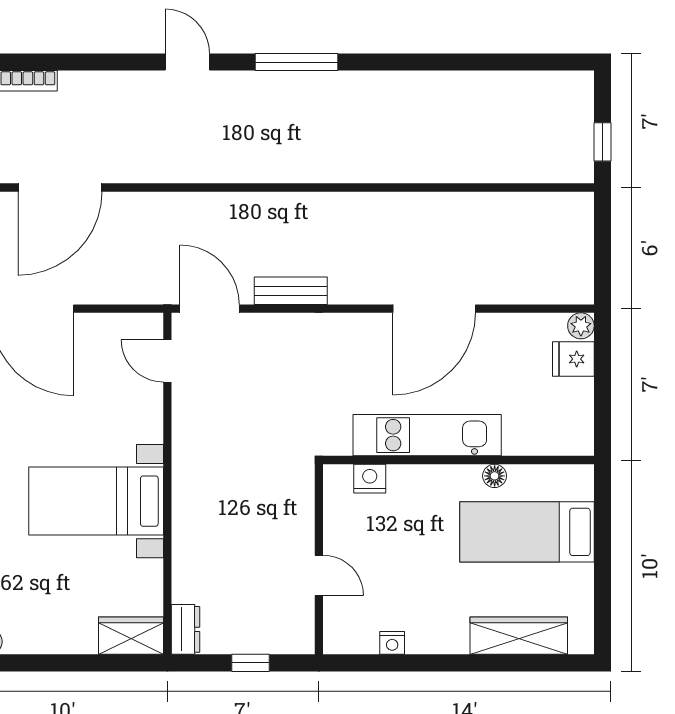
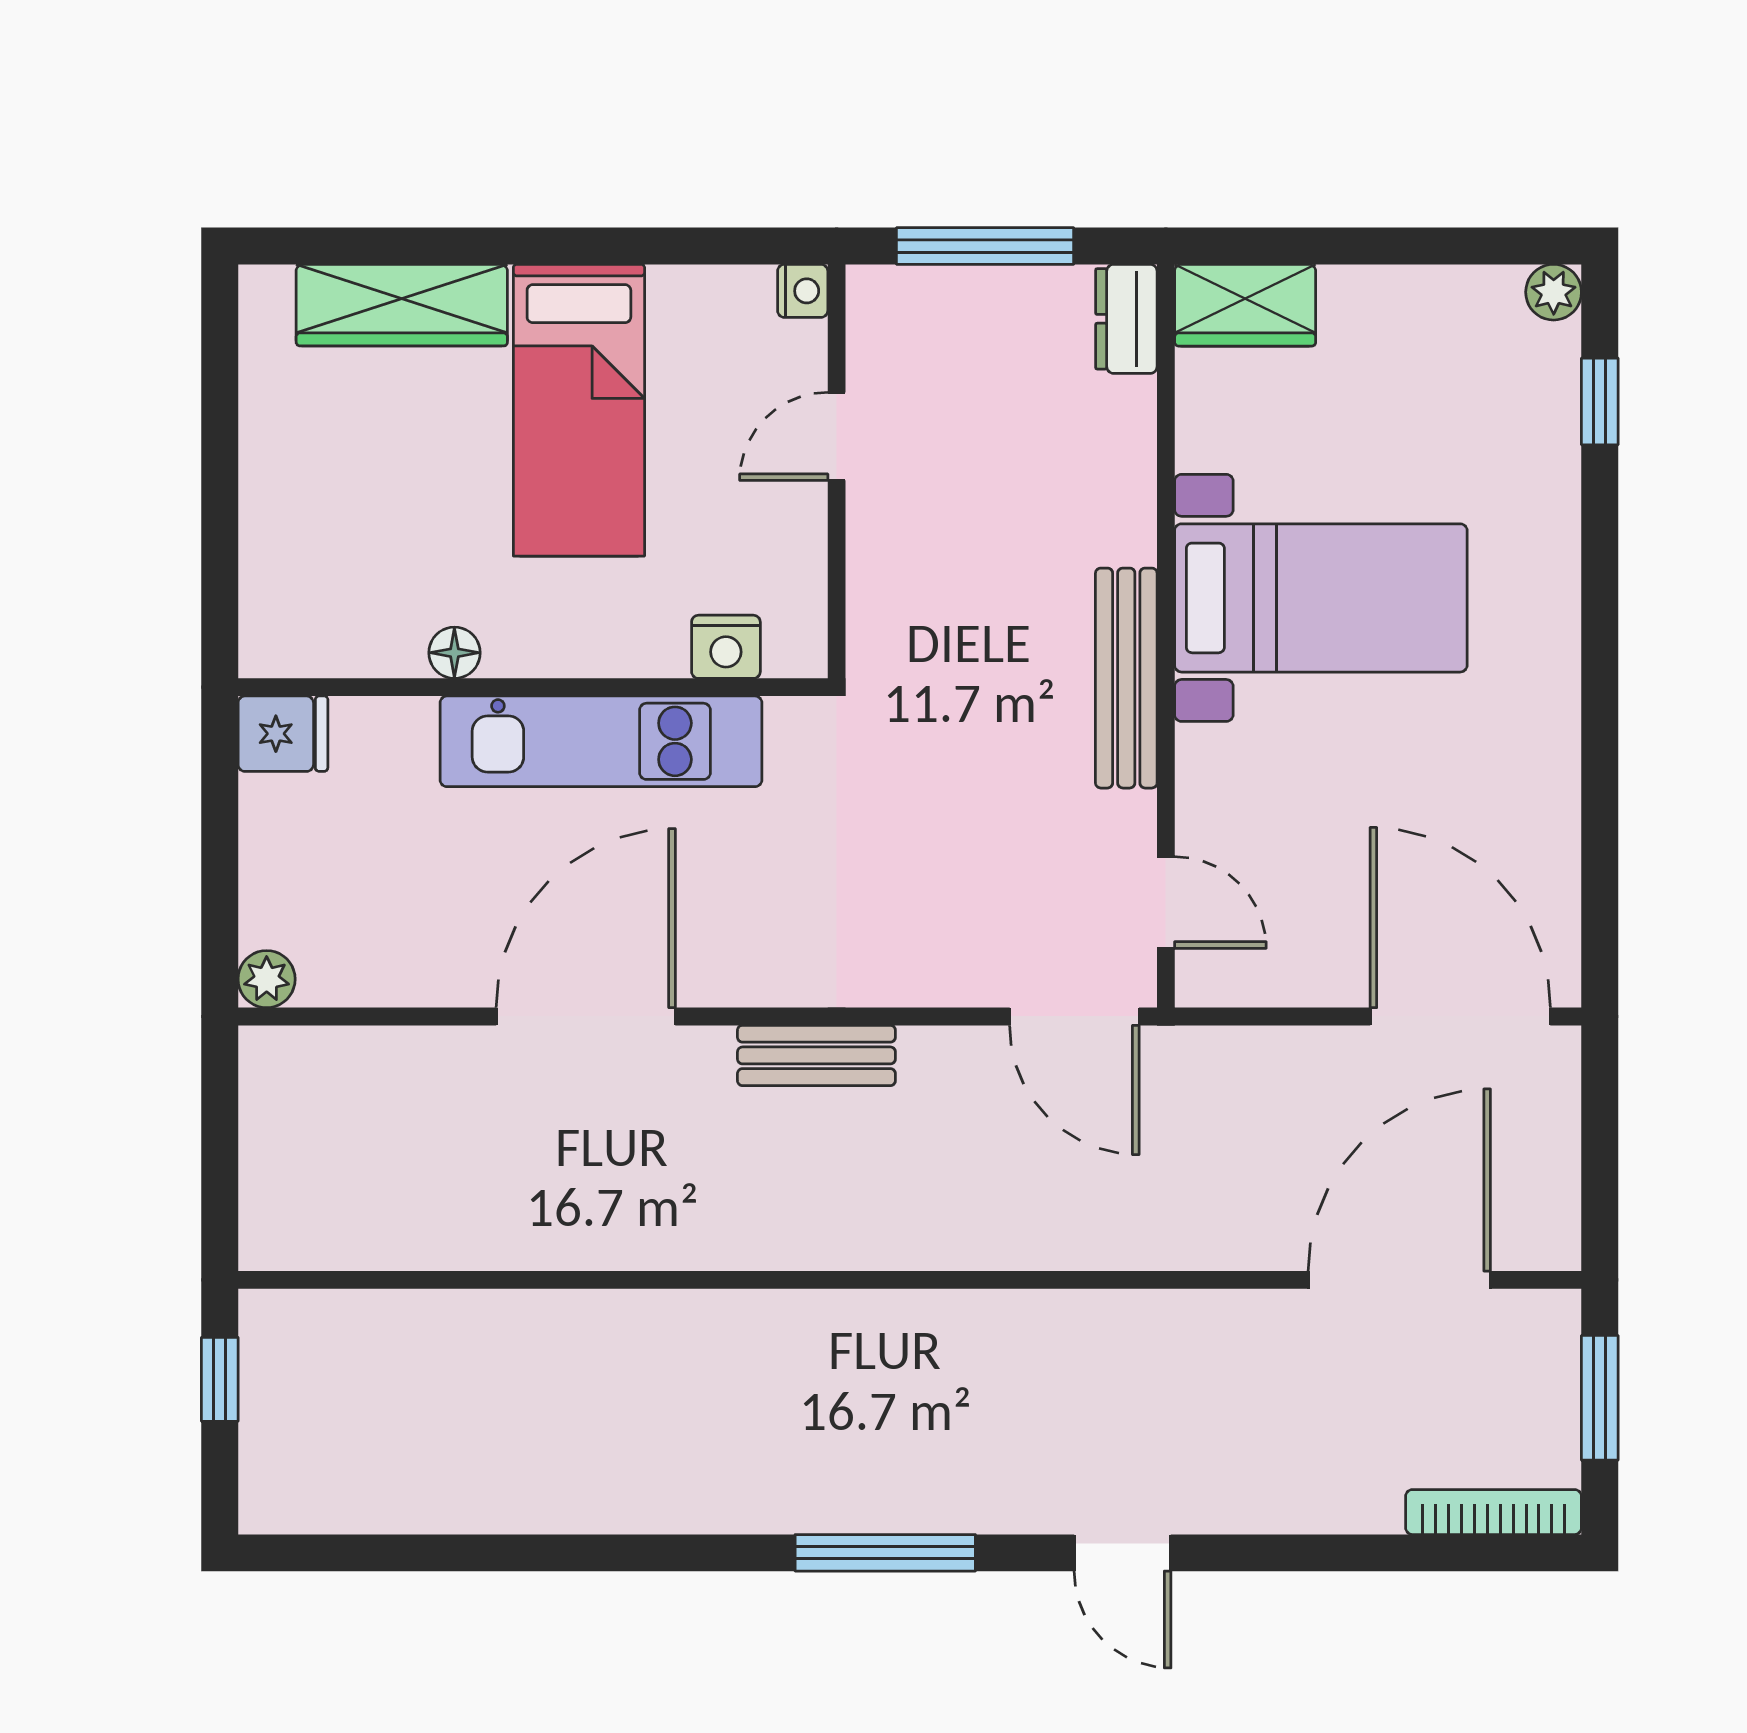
bench: (291, 291) -> (816, 1055), moved
fridge: (573, 359) -> (283, 734), moved
bench: (186, 464) -> (1126, 678), added
bed: (527, 532) -> (579, 410), moved, turned 90
door: (319, 575) -> (837, 436), hinge flipped
nightstand: (392, 643) -> (803, 291), moved, turned 90
window: (251, 663) -> (985, 246), width x2.17

